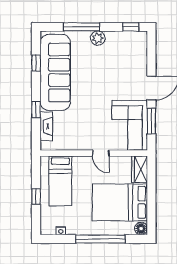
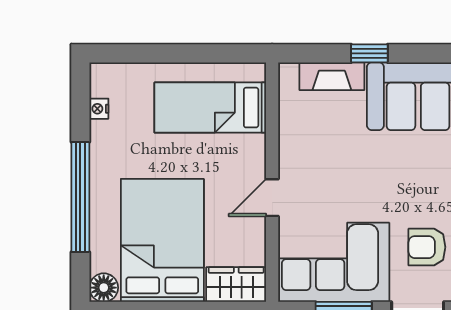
armchair: (123, 84) -> (427, 247), added
window: (36, 196) -> (175, 53), removed

